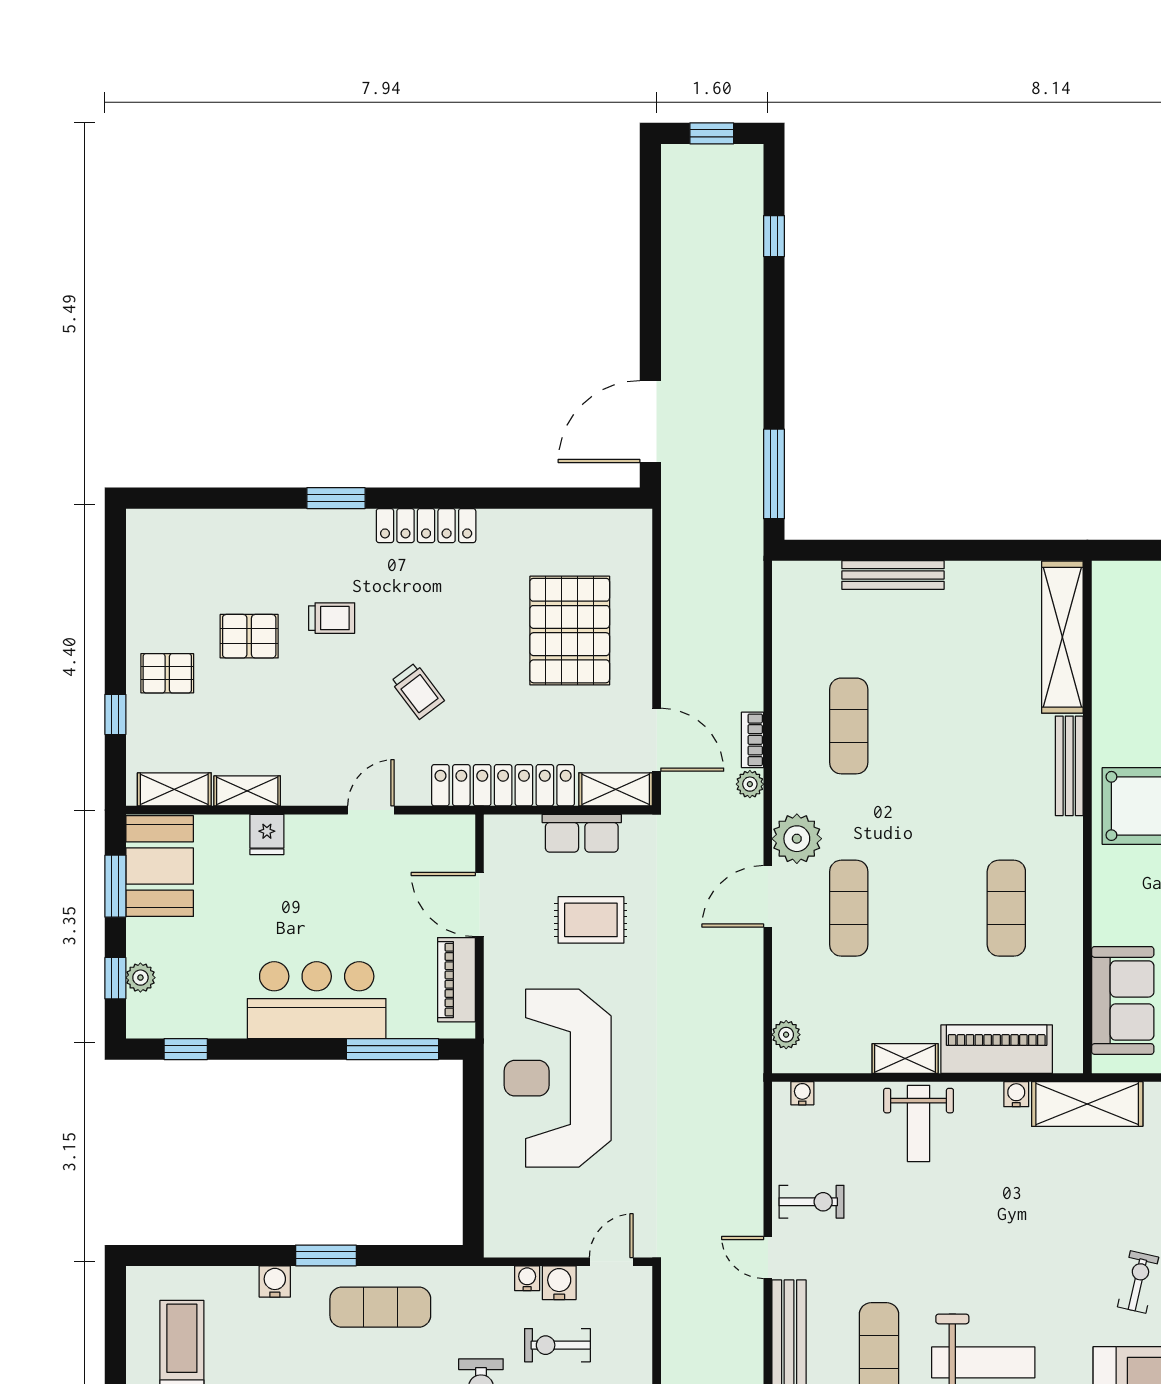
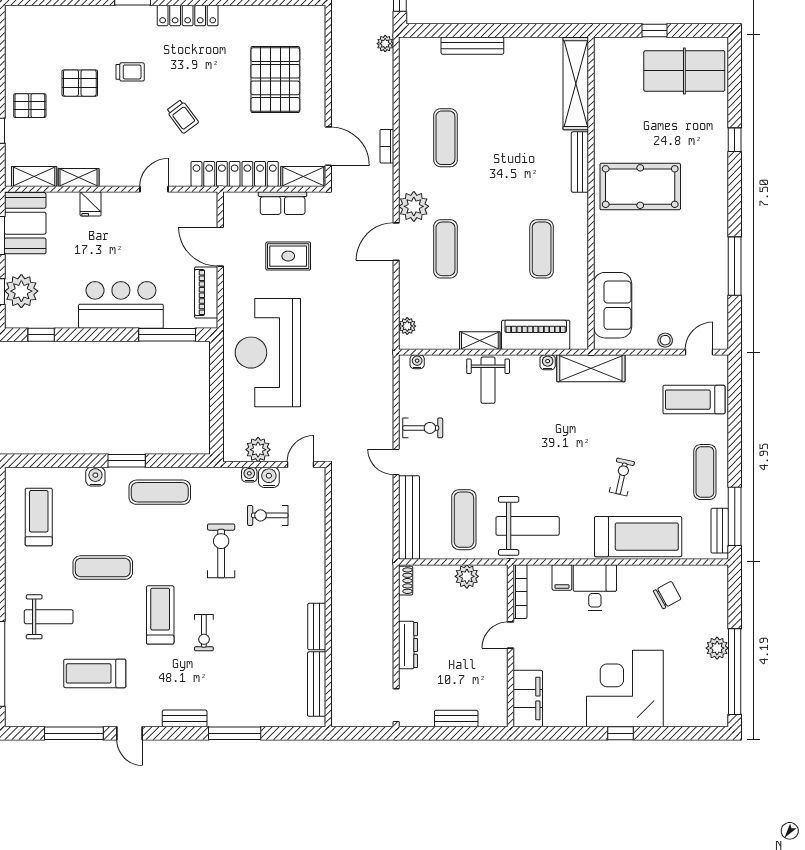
plant: (750, 784) -> (385, 44), moved
plant: (140, 978) -> (21, 291), width x1.87, depth x1.87
plant: (541, 1237) -> (258, 450), added

